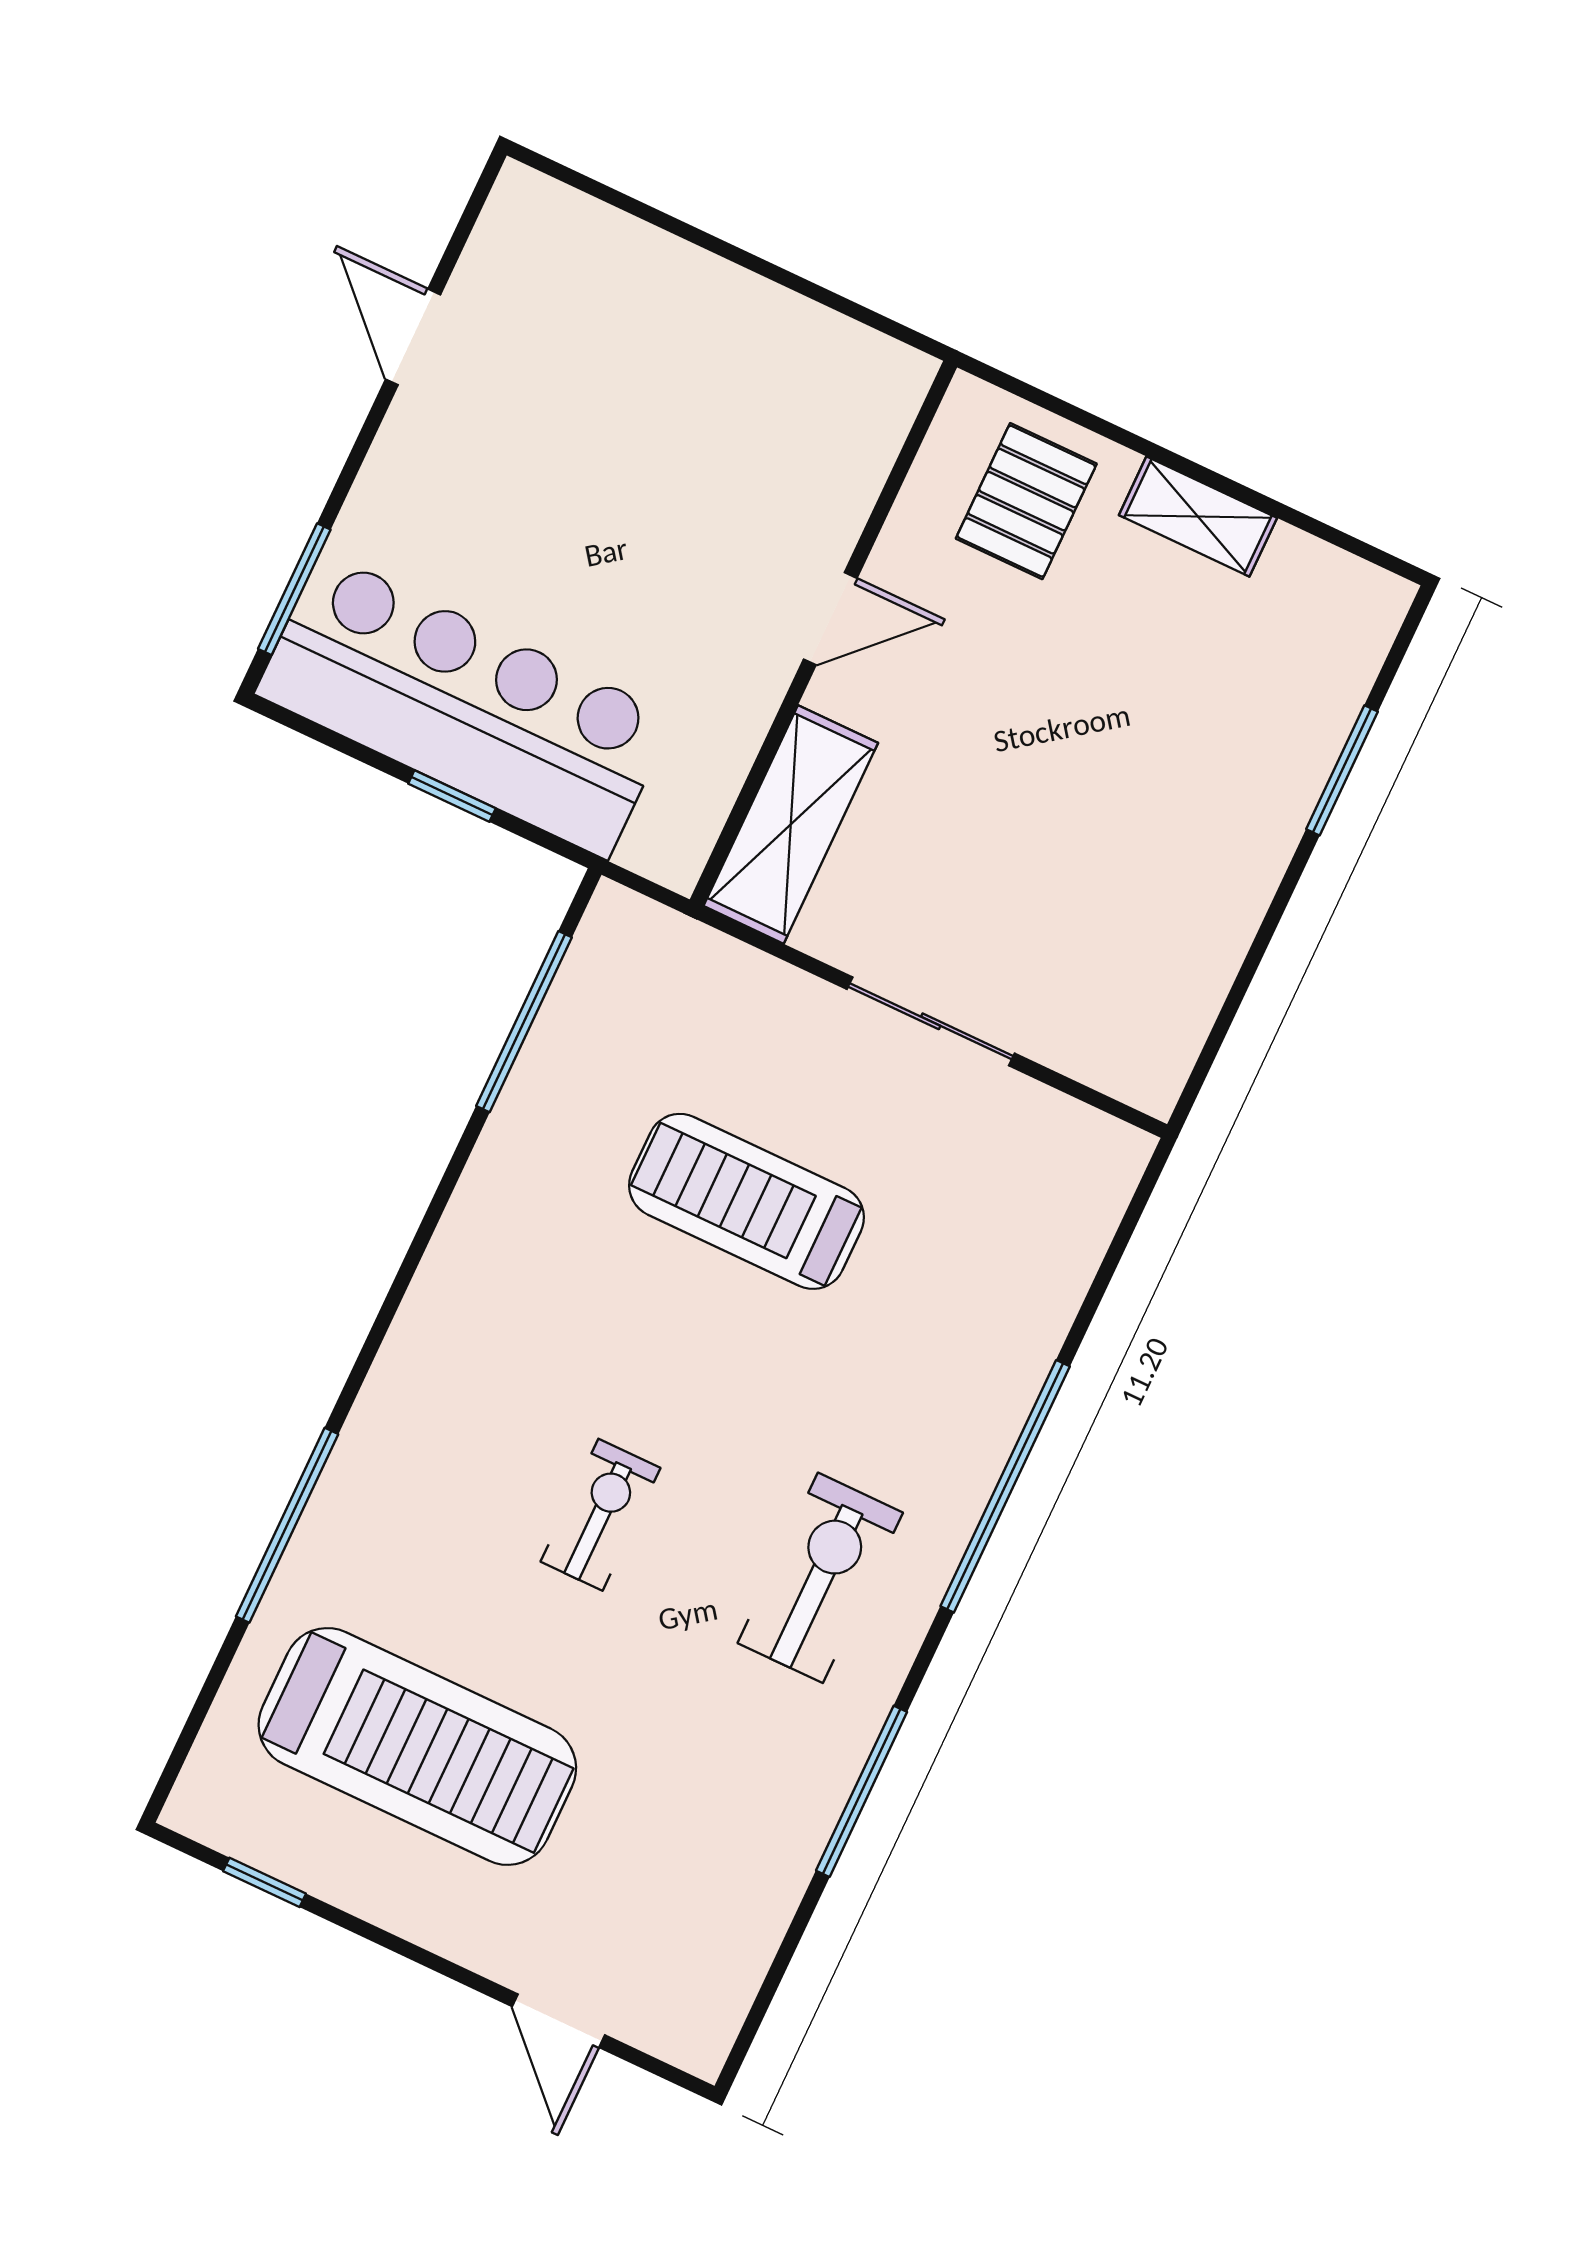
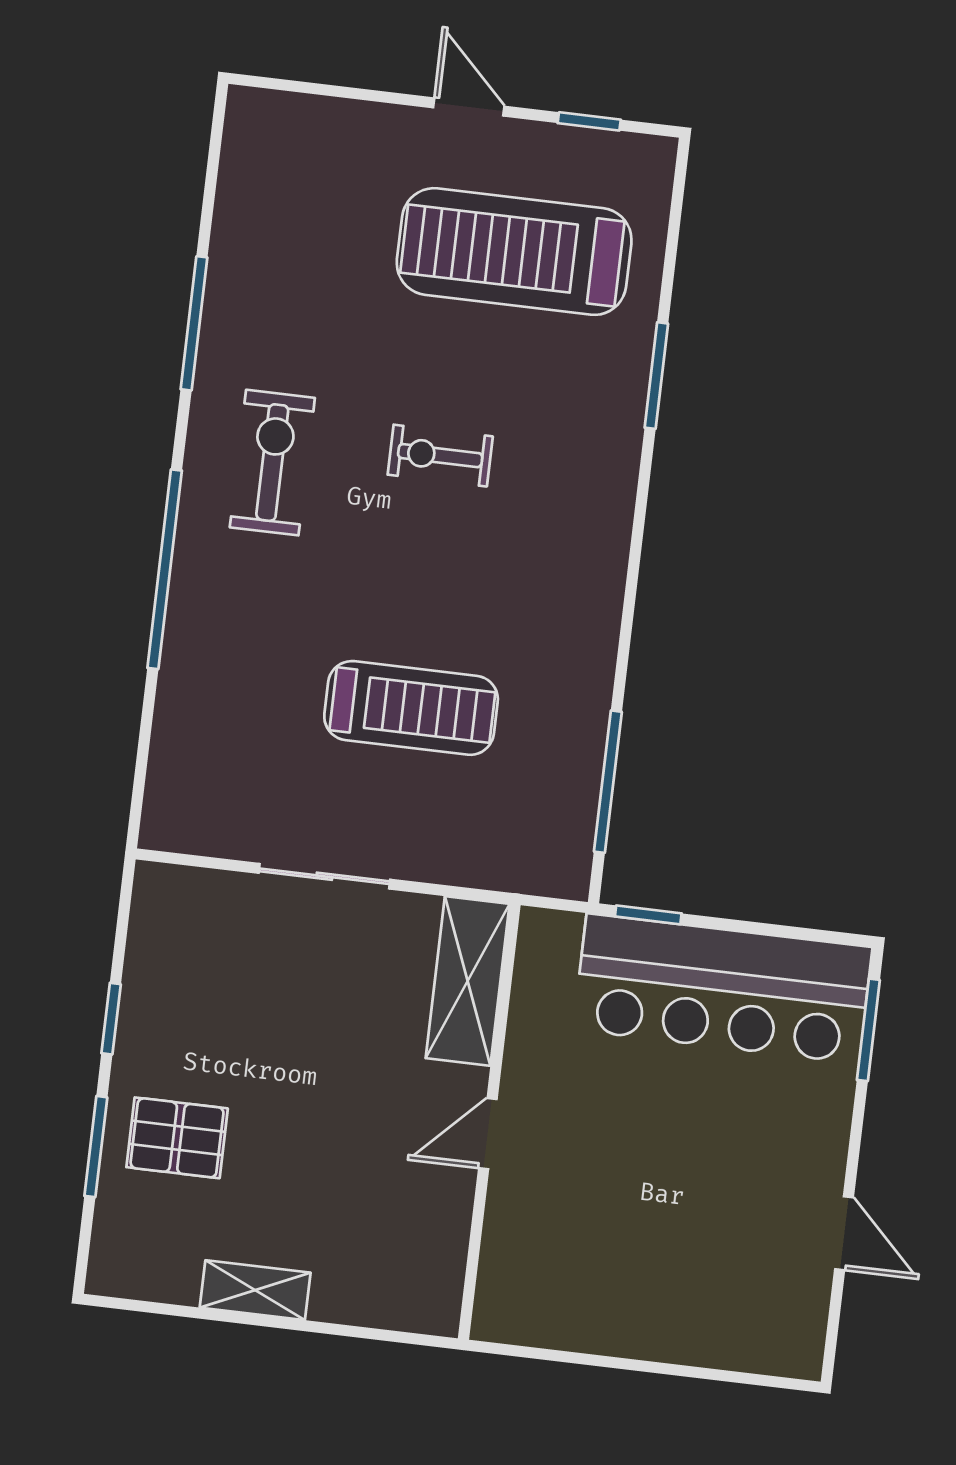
pallet: (1026, 501) -> (177, 1138), moved, turned 90
window: (452, 796) -> (648, 915), moved
window: (1267, 929) -> (111, 1019), added
exercise bike: (600, 1515) -> (440, 456), turned 90
window: (287, 1525) -> (656, 376), width x0.69
exercise bike: (820, 1578) -> (272, 463), turned 180
door: (559, 2021) -> (469, 107), moved

